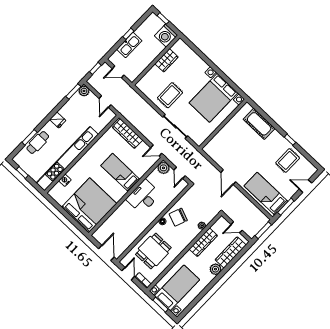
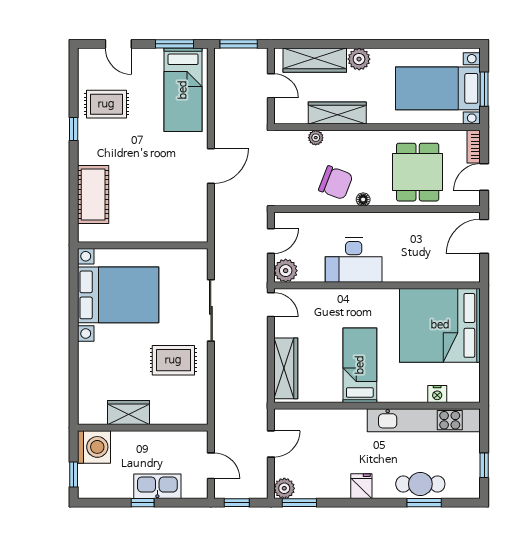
kitchen unit: (67, 159) -> (424, 420), width x0.73
bed: (120, 172) -> (360, 365), moved, turned 180
dining table: (153, 251) -> (418, 172), turned 90

